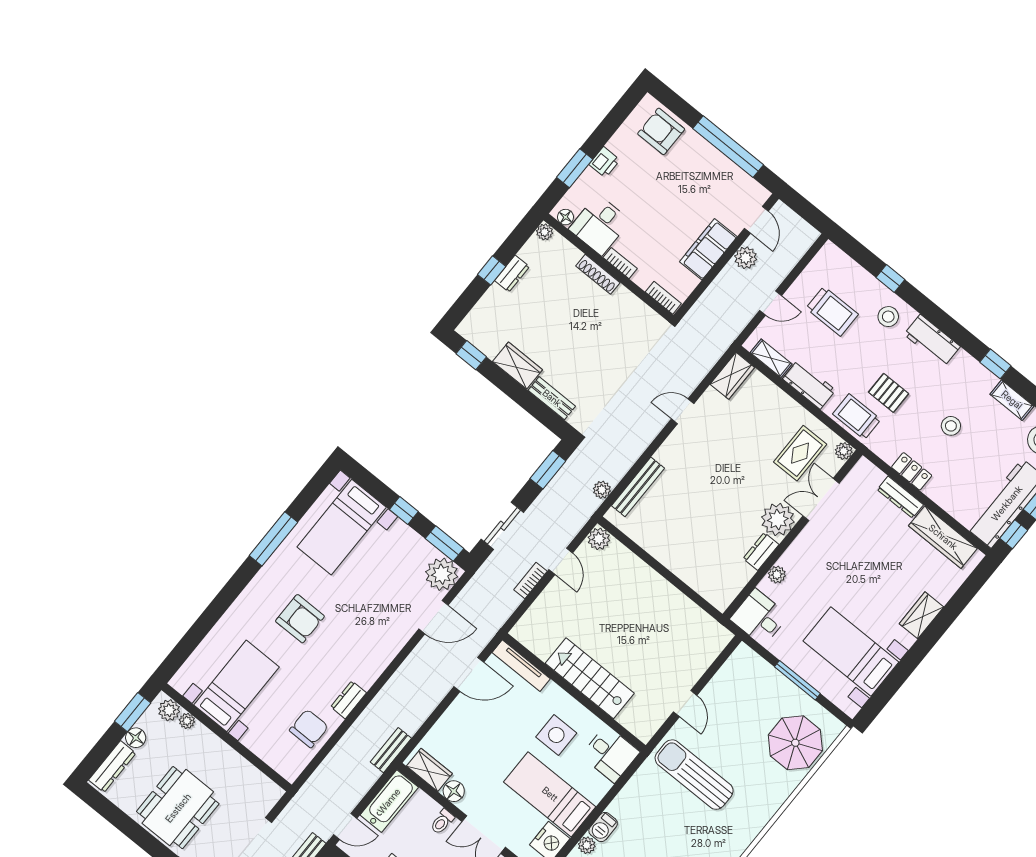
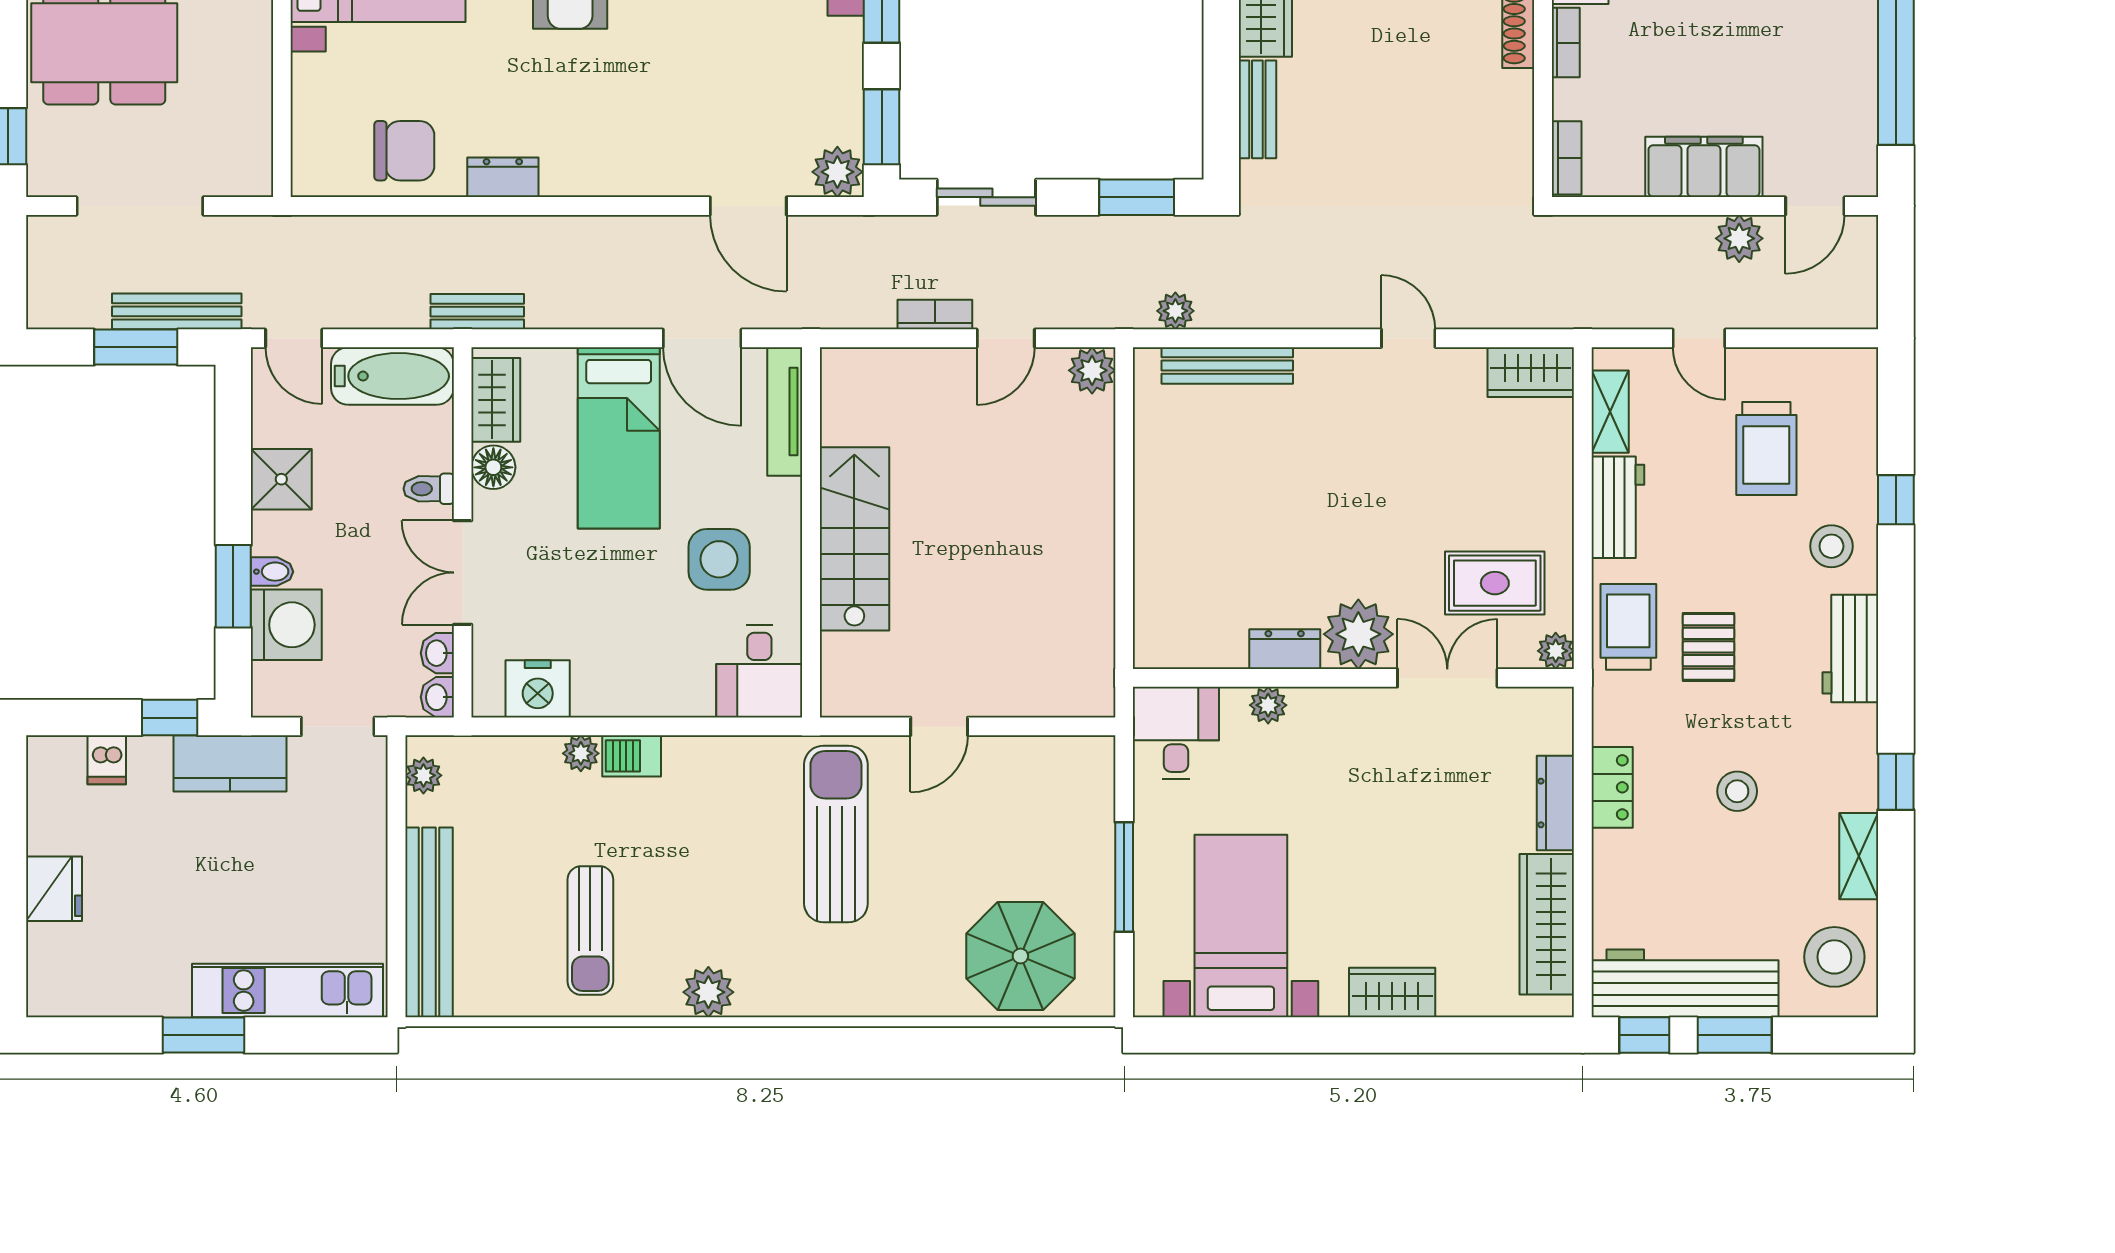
plant: (442, 574) -> (837, 172), width x0.73, depth x0.73
bed: (550, 794) -> (619, 438), moved, turned 180

